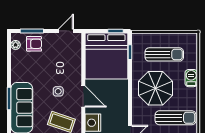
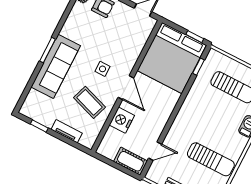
parasol: (155, 88) -> (206, 118), removed

